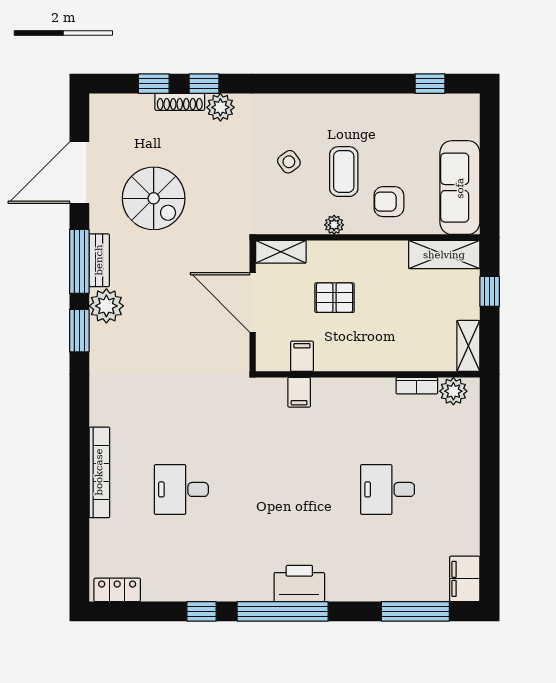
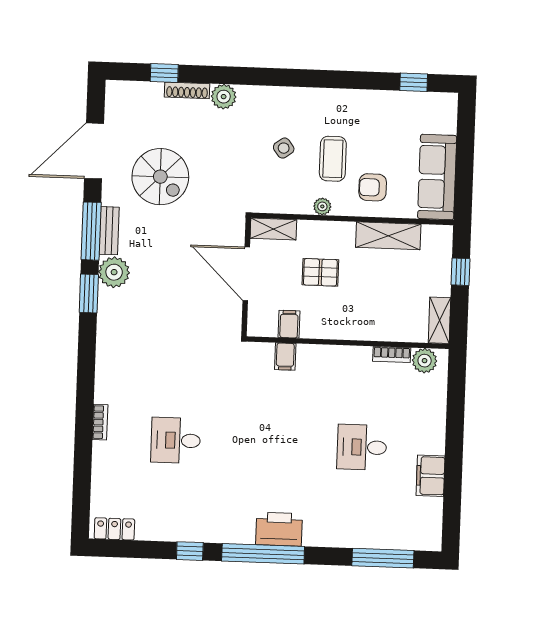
window: (204, 84) -> (210, 75), removed
shelving: (444, 255) -> (388, 236), moved
bookcase: (99, 472) -> (100, 422), width x0.43, depth x0.76
filing cabinet: (465, 579) -> (431, 476), moved

